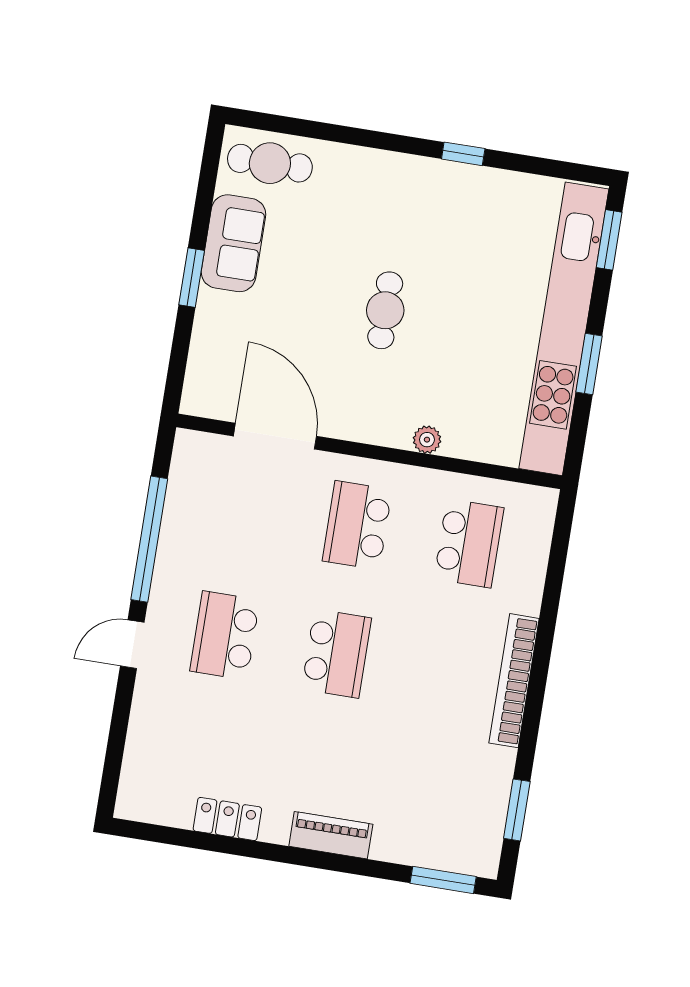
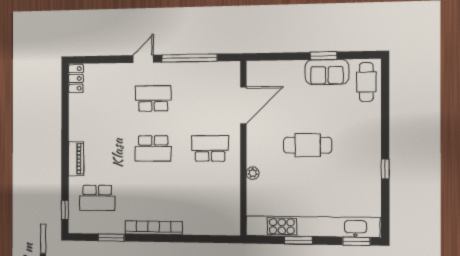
window: (192, 278) -> (323, 56), moved
cafe table: (385, 310) -> (308, 145), width x1.37, depth x1.35
school desk: (469, 543) -> (97, 198), moved
door: (132, 644) -> (143, 59), hinge flipped
window: (517, 810) -> (111, 238), moved
locker: (227, 819) -> (76, 78), moved
window: (443, 880) -> (65, 210), width x0.67

